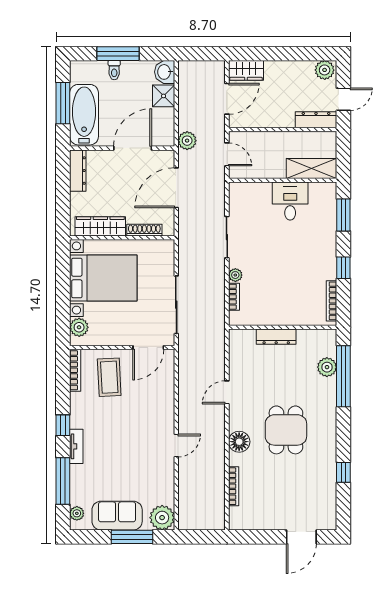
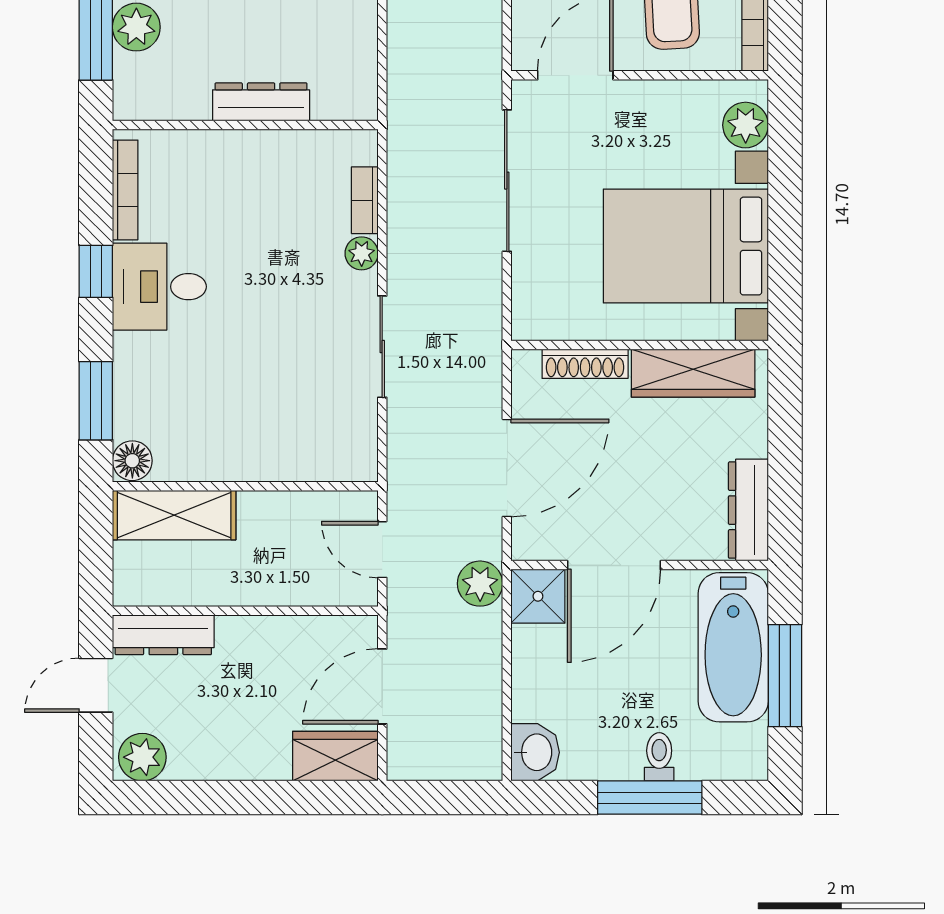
shower: (164, 96) -> (538, 596), moved
floor lamp: (329, 191) -> (132, 461), added
desk: (290, 201) -> (159, 287), moved, turned 90

